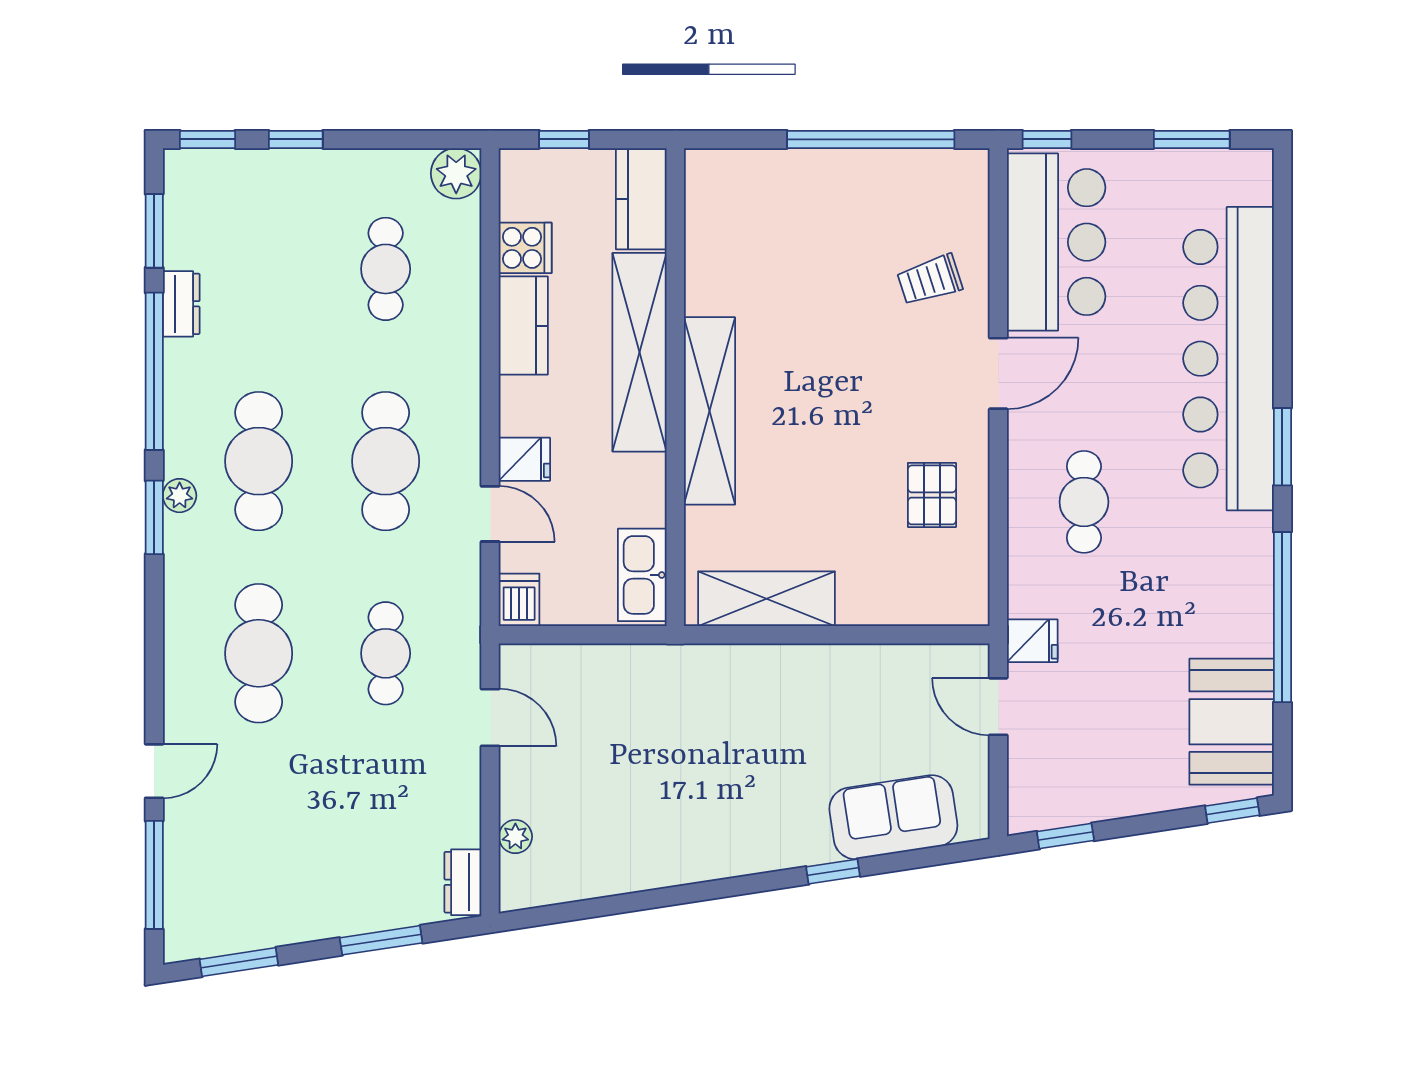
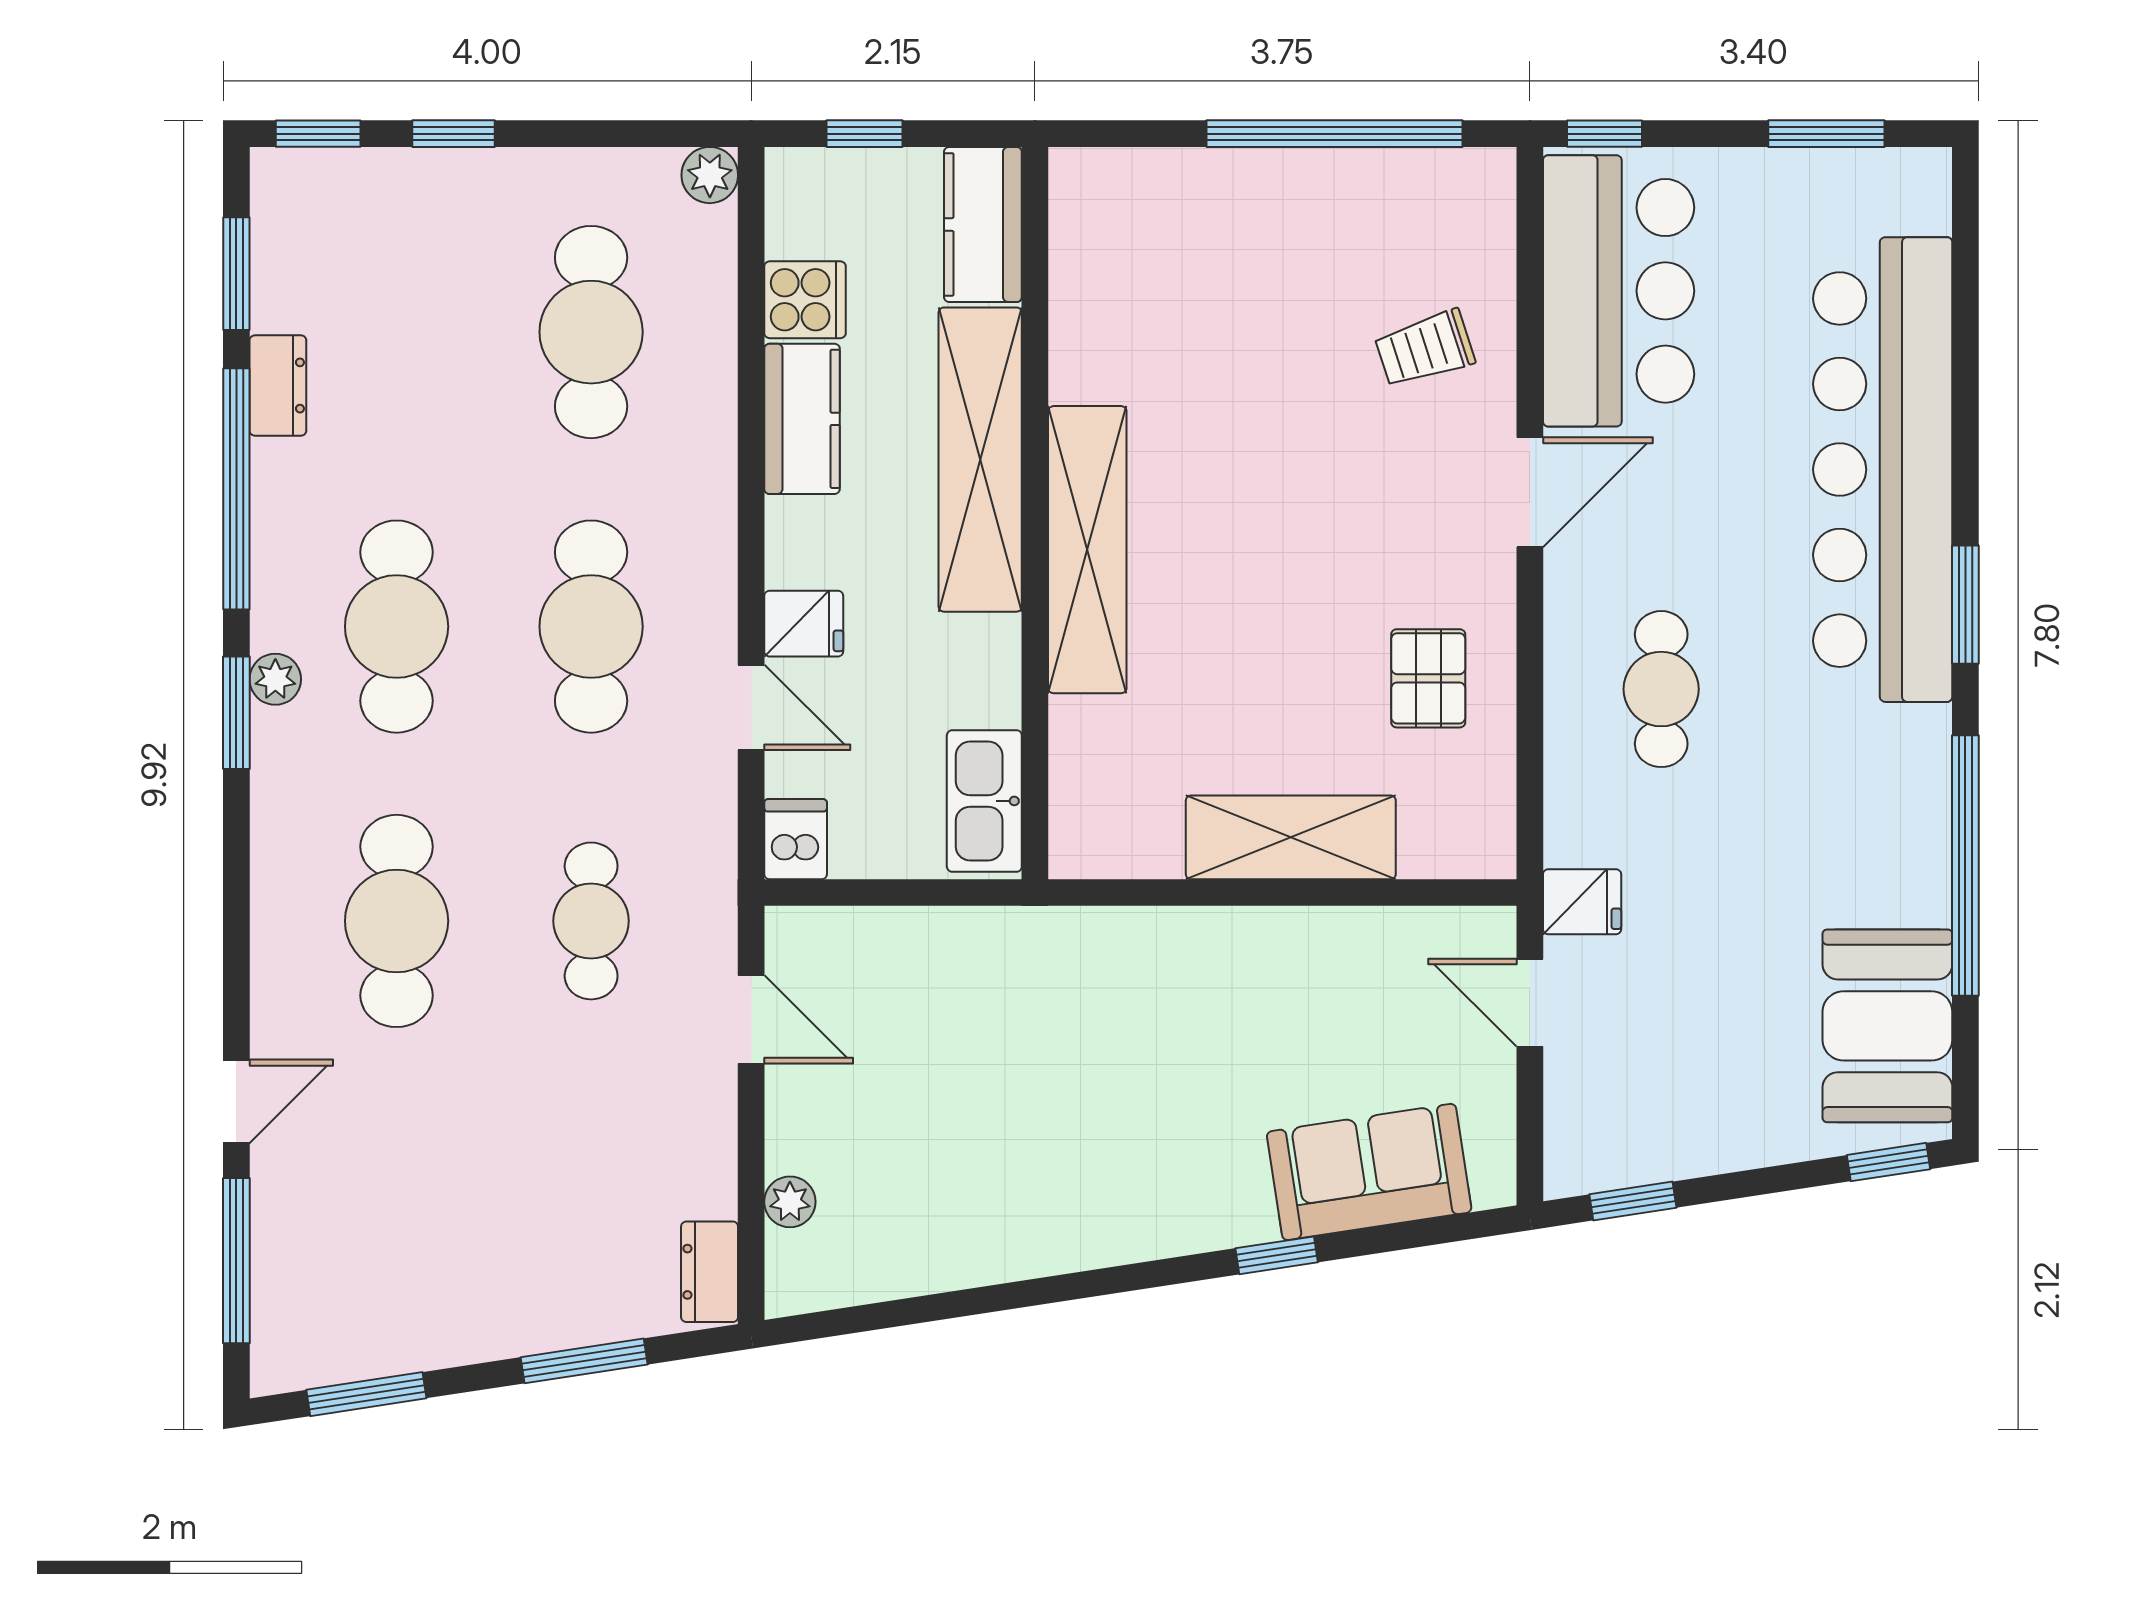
plant: (456, 173) -> (710, 175), width x0.73, depth x0.73
cafe table: (386, 269) -> (591, 332), width x1.37, depth x1.35
shelving: (766, 599) -> (1291, 837), moved

